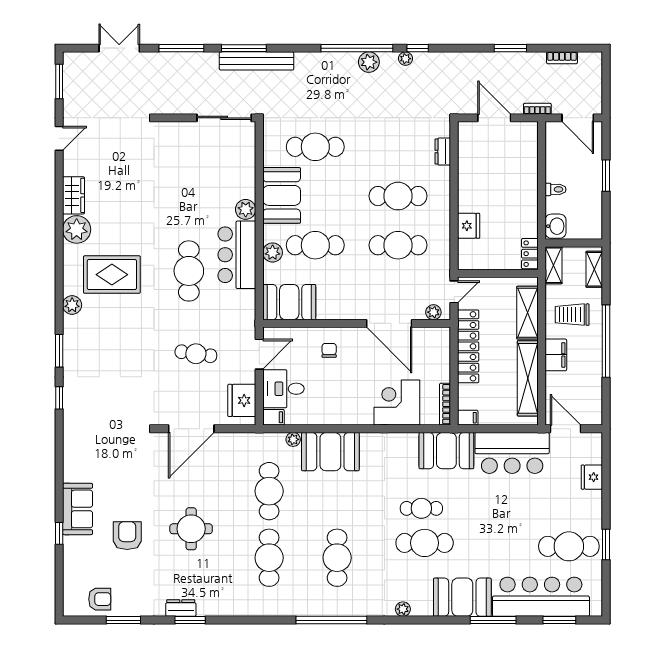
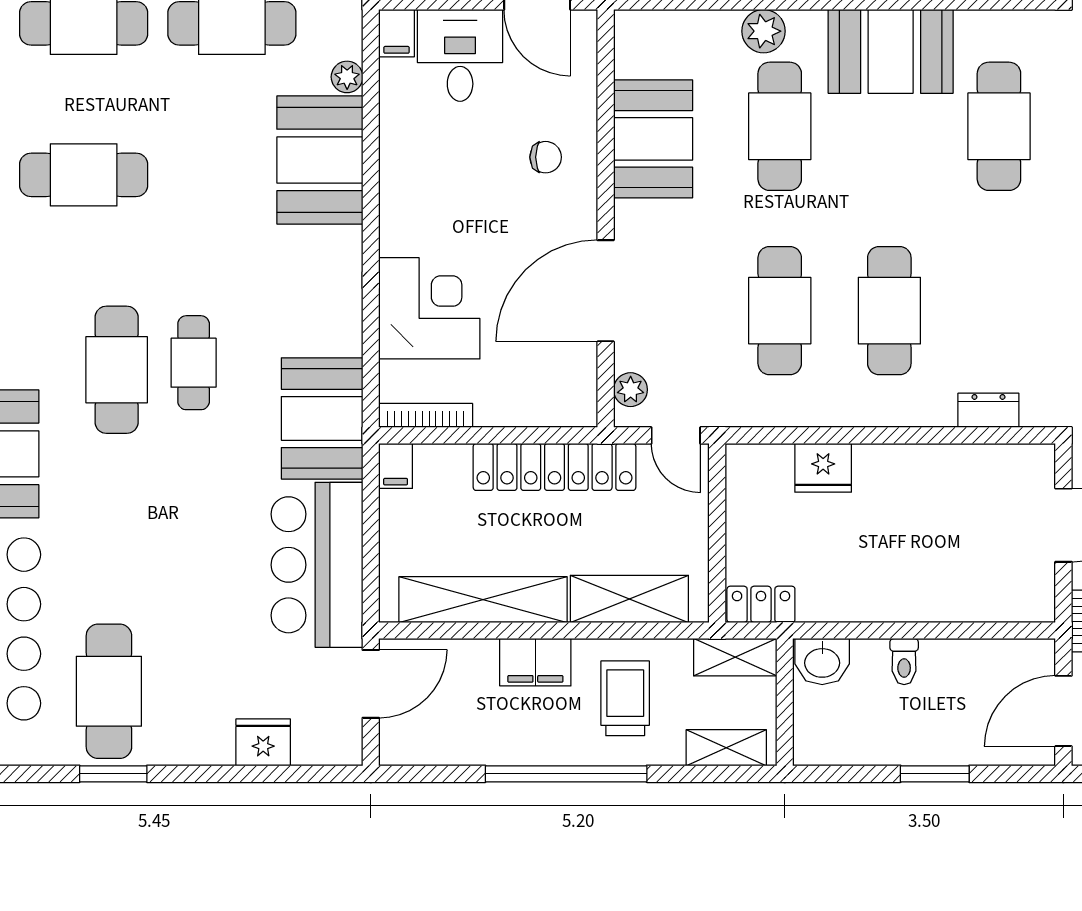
booth: (289, 302) -> (653, 139), moved

